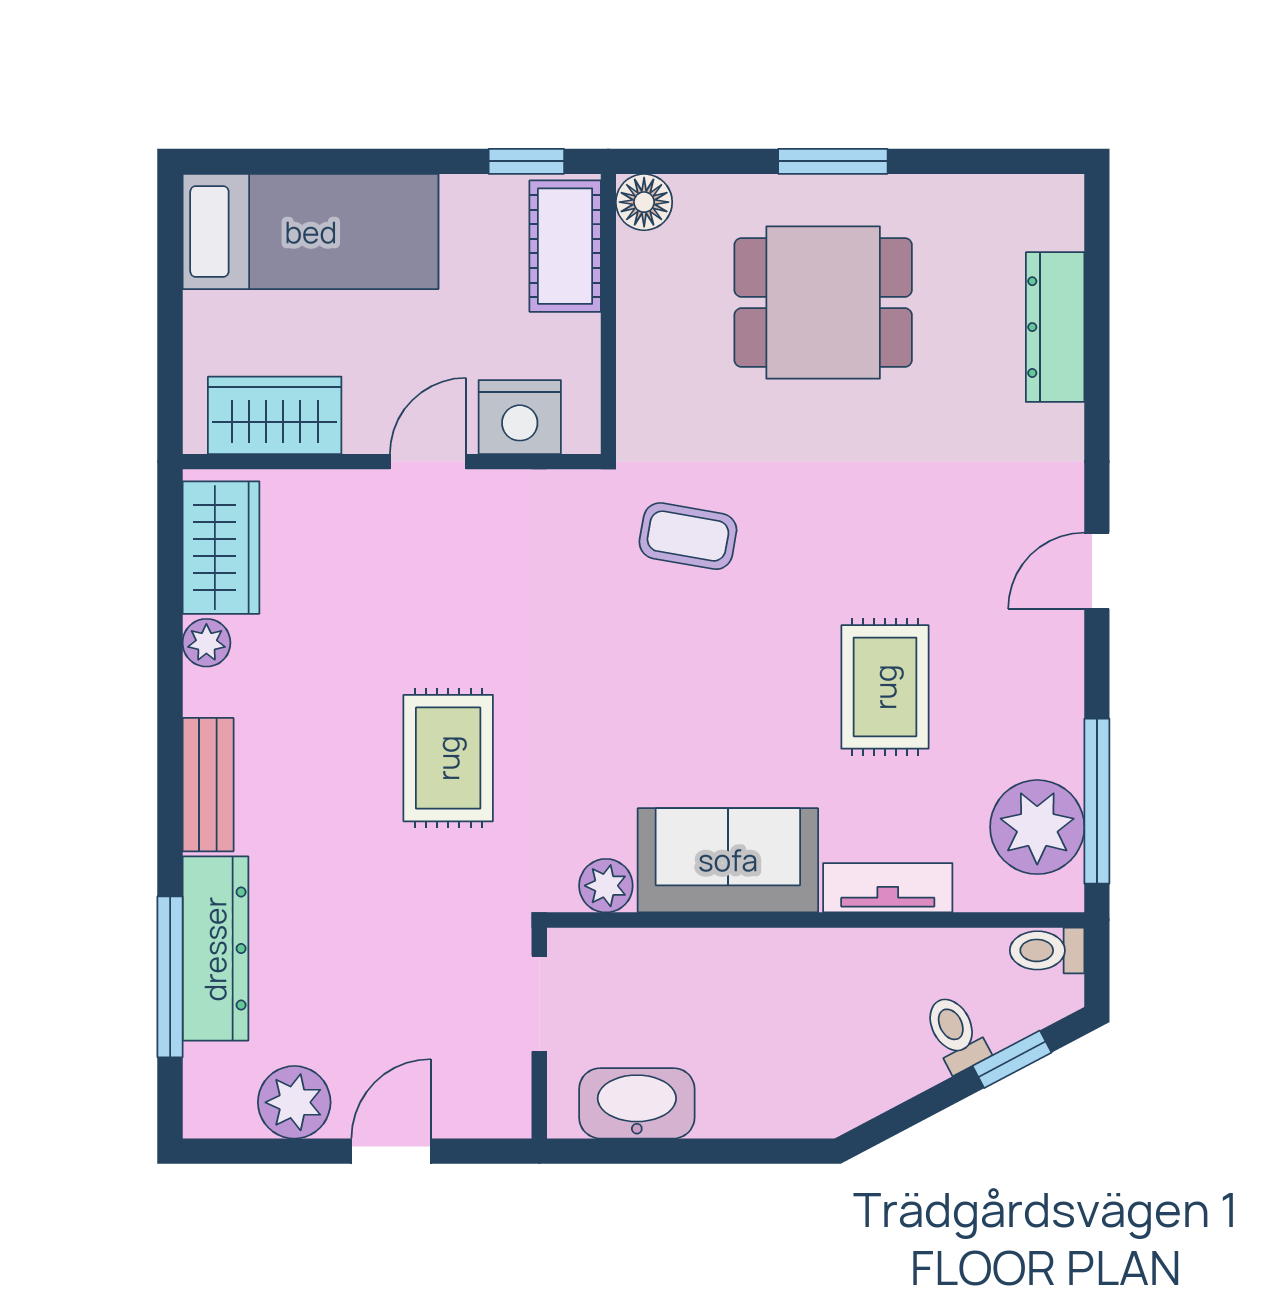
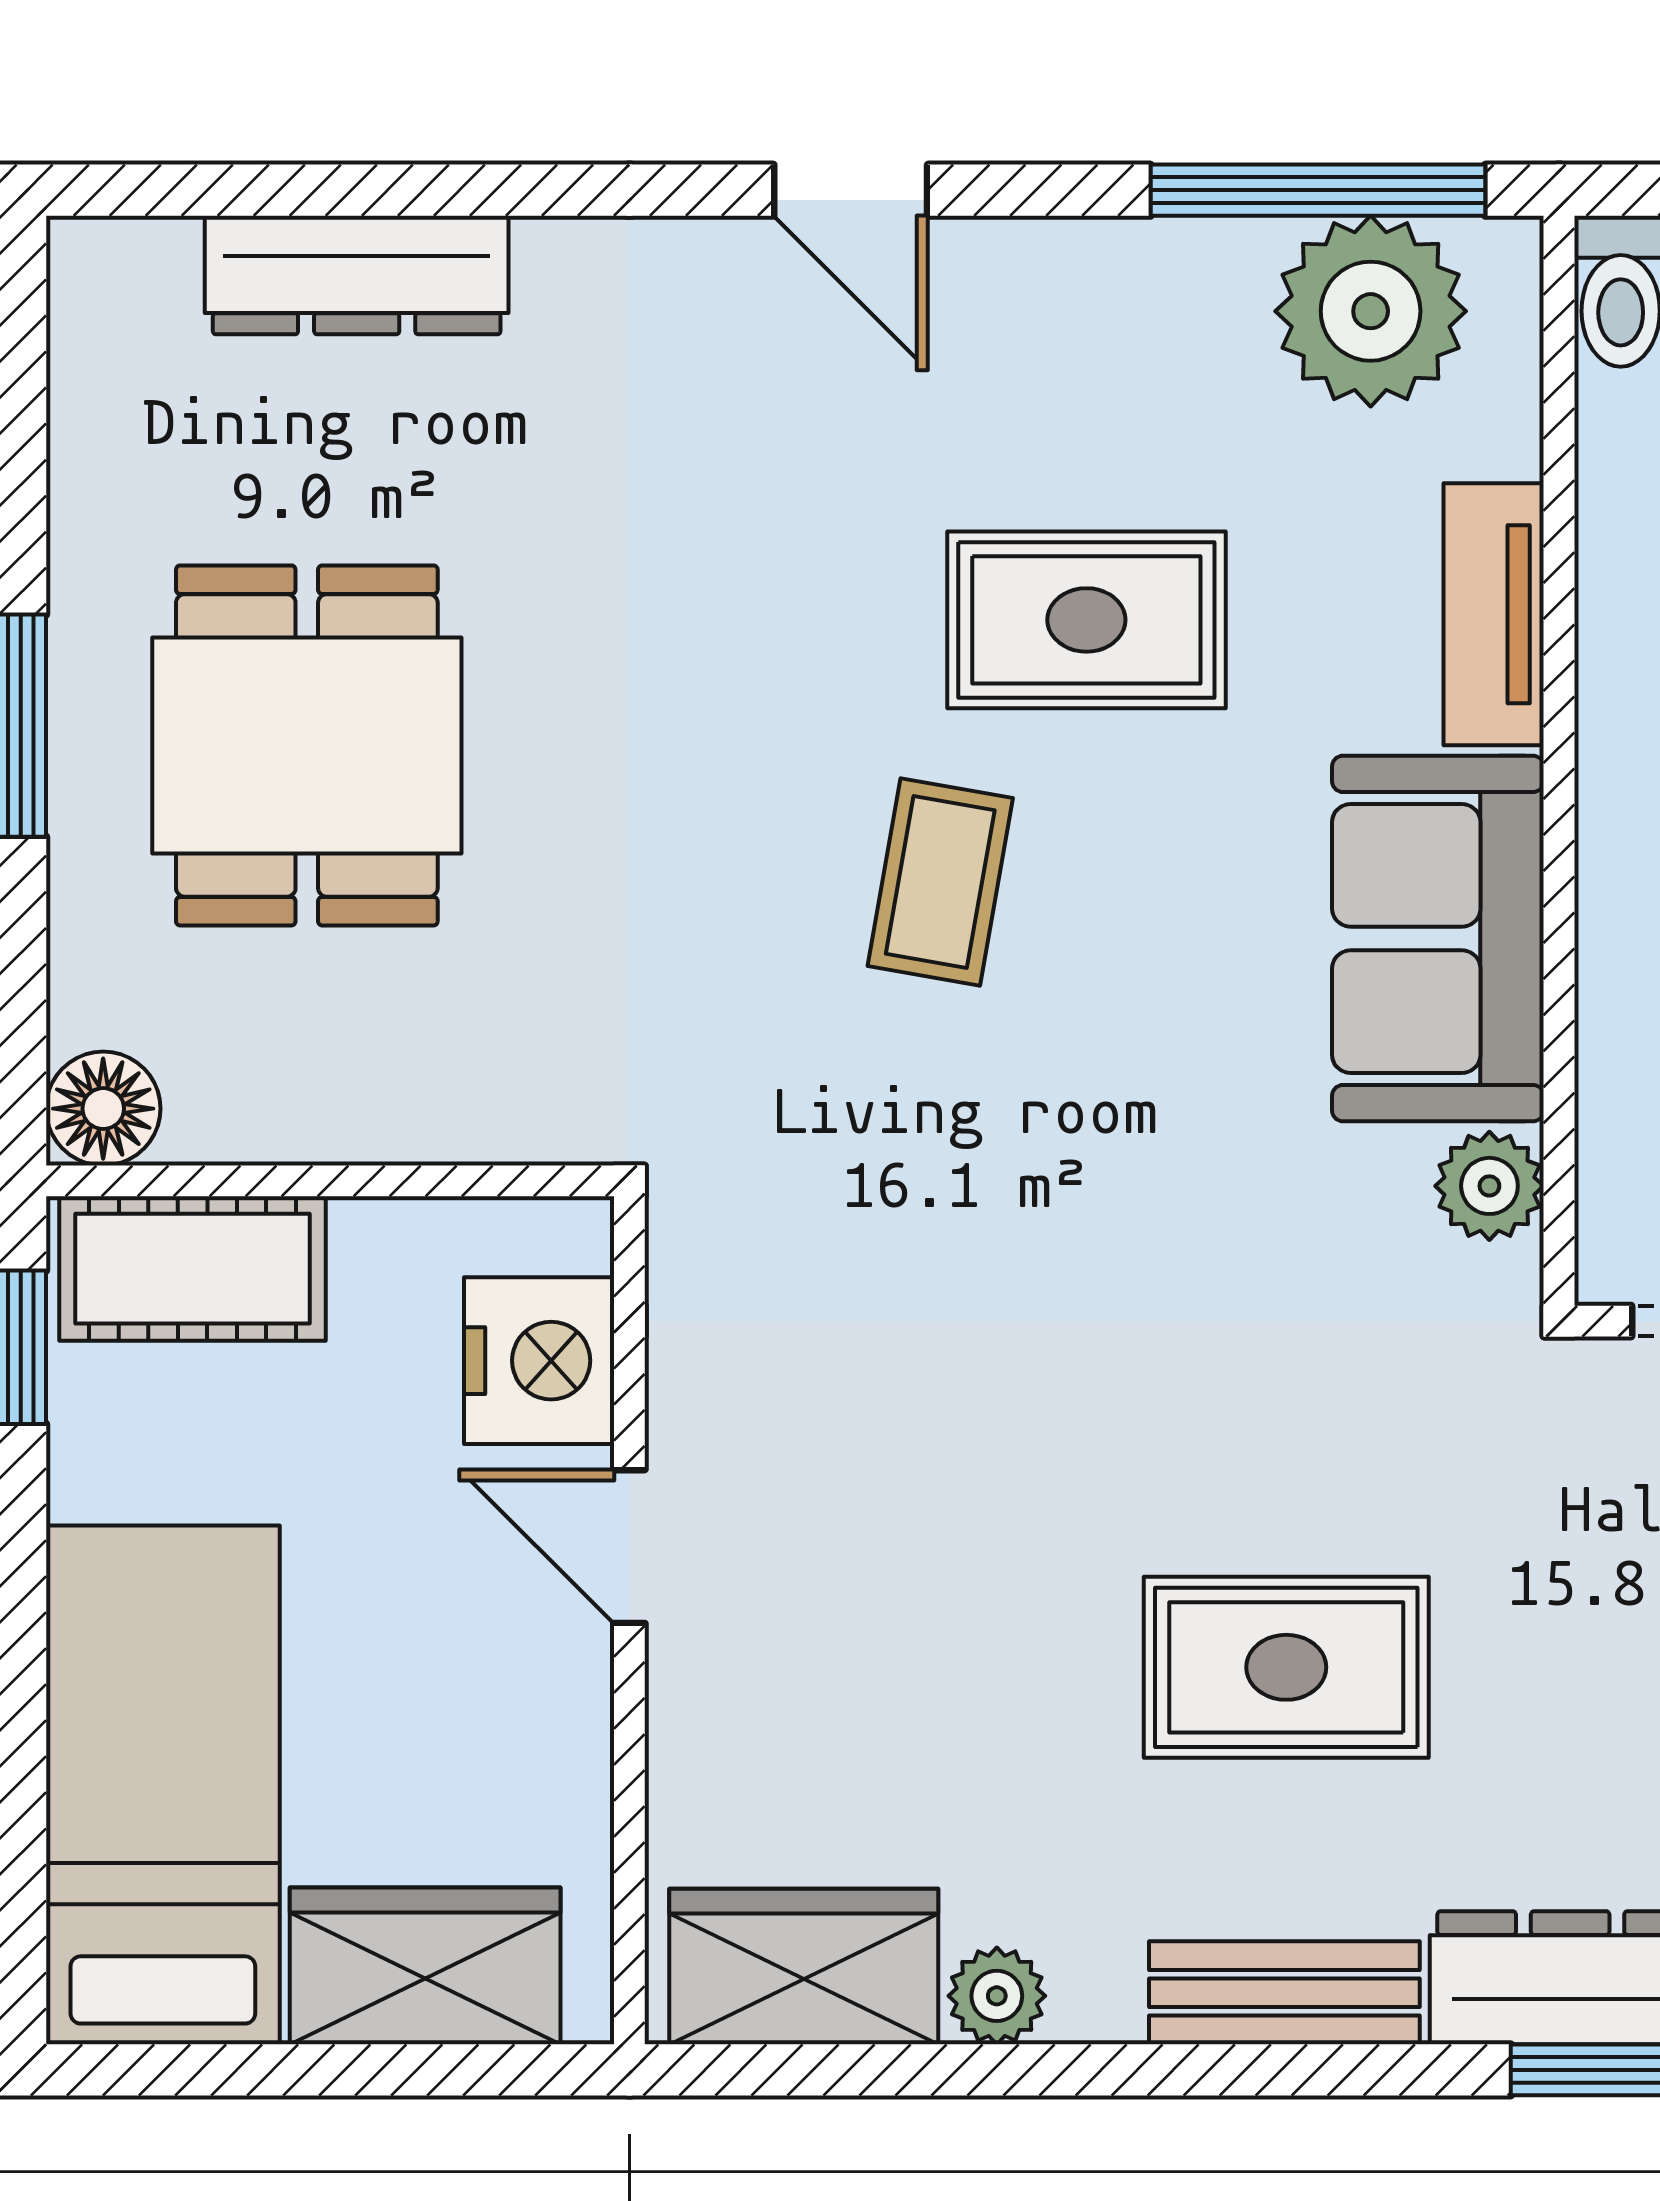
wardrobe: (275, 415) -> (425, 1966), moved, turned 90
coffee table: (688, 536) -> (940, 882), moved
rug: (448, 758) -> (1286, 1667), moved

